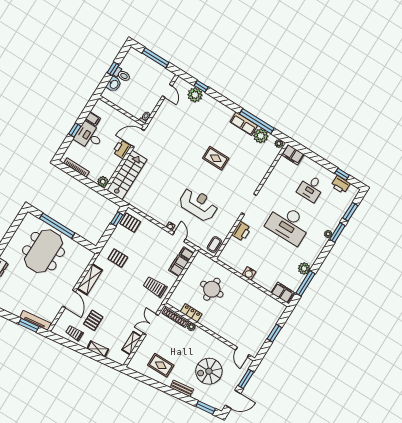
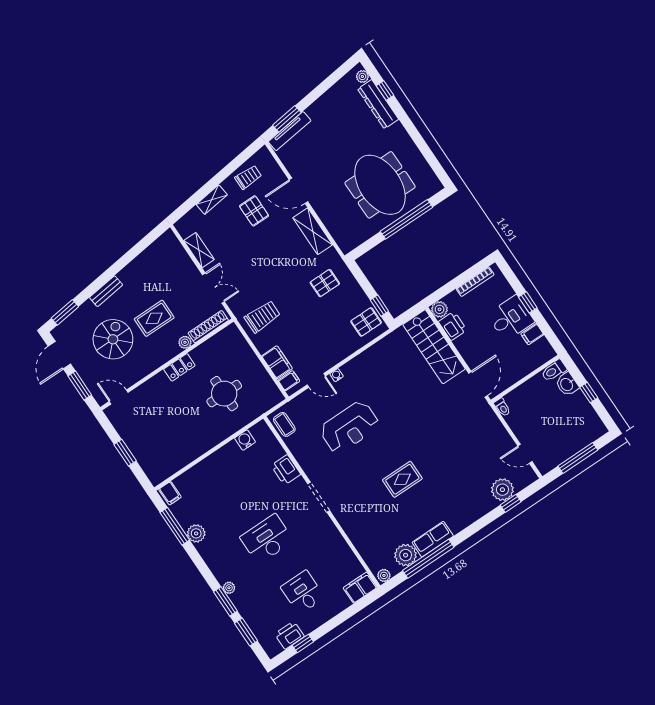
toilet: (122, 75) -> (554, 371), moved
printer: (122, 149) -> (453, 326), moved
desk: (288, 224) -> (267, 539), width x0.73, depth x0.77
water cooler: (249, 273) -> (245, 440), moved
filing cabinet: (283, 293) -> (170, 493), width x0.50
locker: (191, 313) -> (179, 367), moved
rug: (161, 365) -> (154, 318), moved

